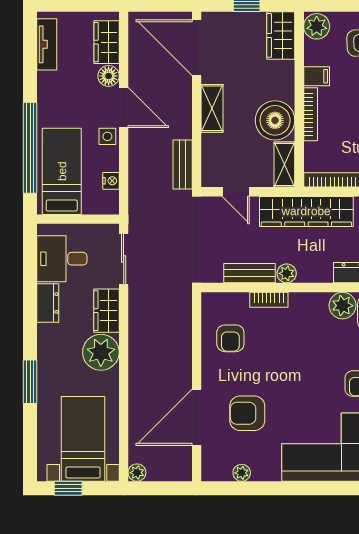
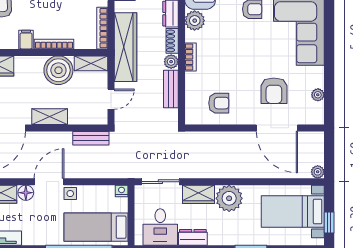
nightstand: (111, 181) -> (122, 191), moved
shoe rack: (315, 275) -> (172, 41), added
bookcase: (269, 300) -> (190, 57), moved

